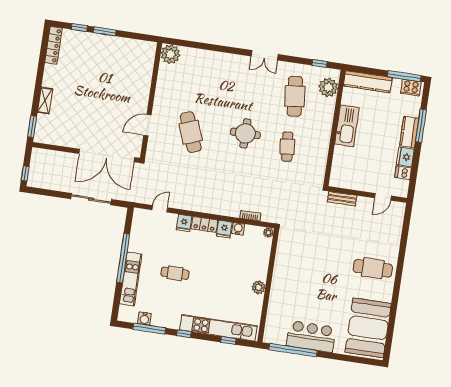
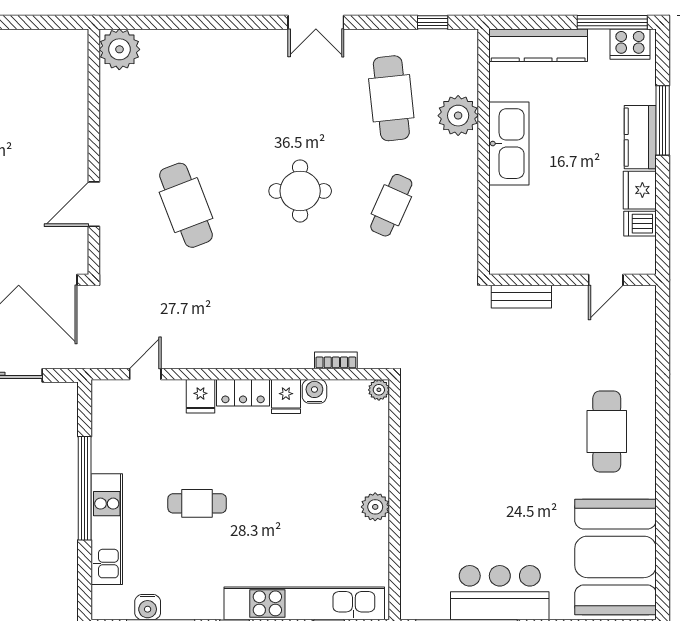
plant: (328, 87) -> (458, 116), moved
cafe table: (287, 147) -> (391, 205), turned 30
cafe table: (373, 268) -> (607, 432), turned 90

